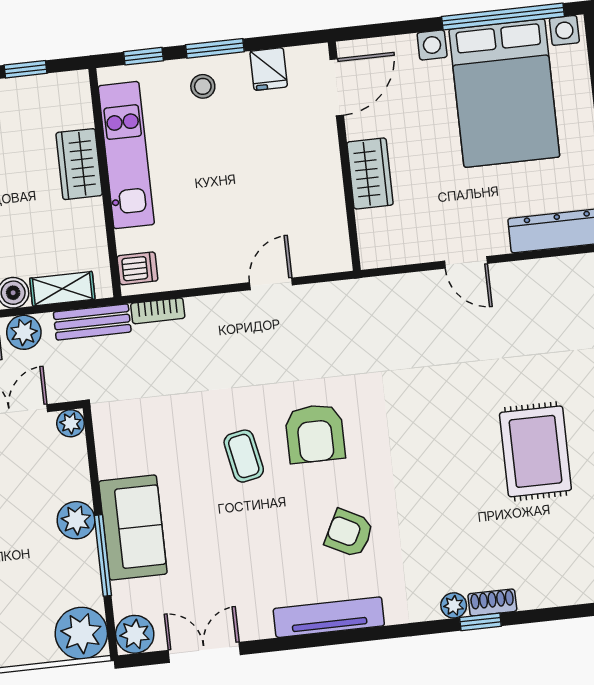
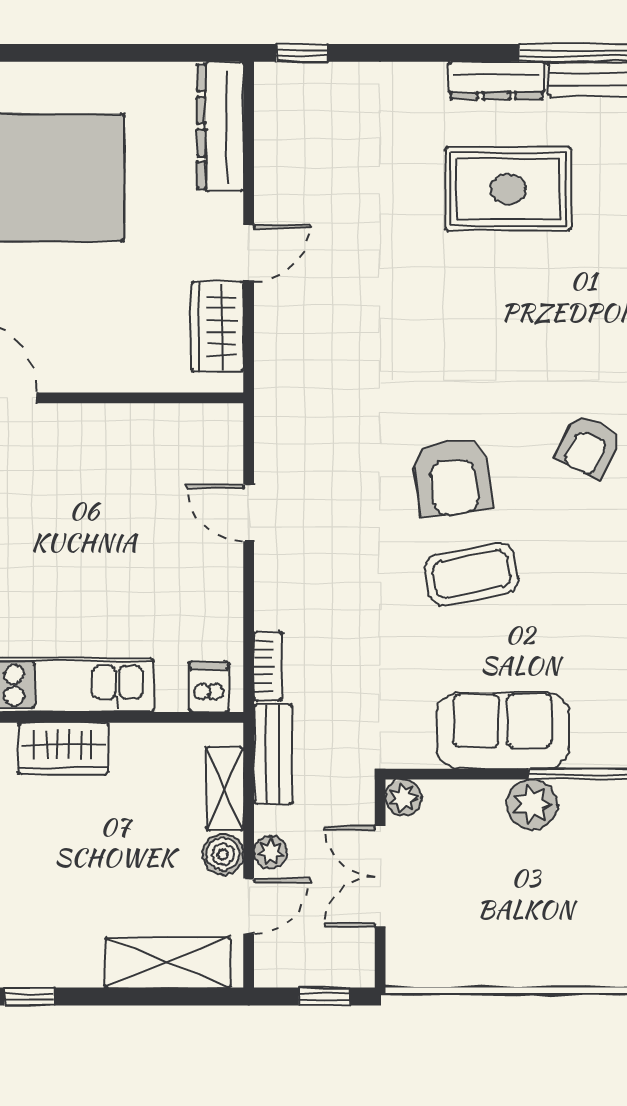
wardrobe: (370, 173) -> (217, 326), moved, turned -90
plant: (24, 332) -> (270, 852), width x0.73, depth x0.73
armchair: (315, 434) -> (452, 477), turned 82
coffee table: (244, 456) -> (472, 574), width x1.36, depth x1.30
sofa: (133, 527) -> (503, 731), moved

